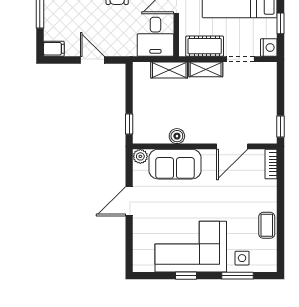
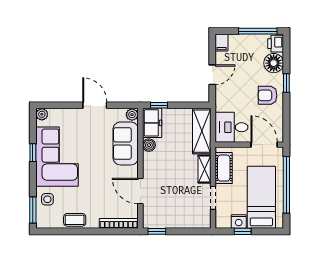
nightstand: (269, 47) -> (239, 221), moved
shelving: (169, 70) -> (202, 131), width x1.50, depth x1.33
freezer: (150, 132) -> (152, 123), added
bookcase: (271, 164) -> (119, 223), width x1.56
plant: (140, 265) -> (42, 114), added
window: (237, 276) -> (33, 210), moved

